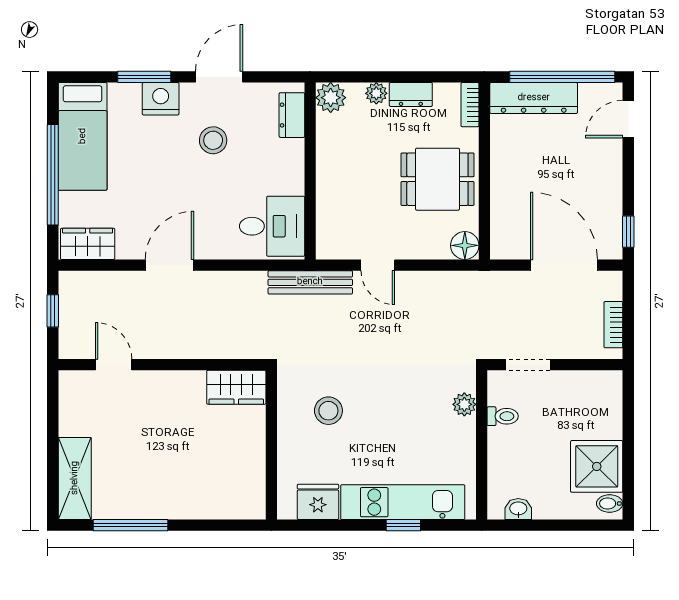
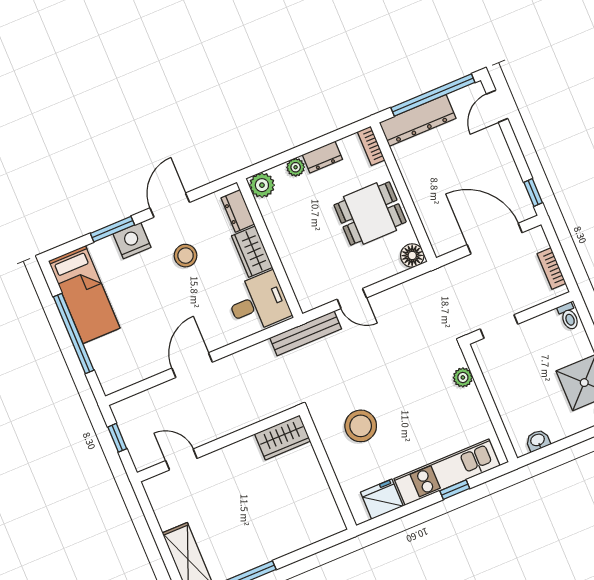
wardrobe: (88, 244) -> (252, 252), moved, turned -90
stool: (328, 411) -> (361, 426), width x1.38, depth x1.38
toilet: (503, 416) -> (569, 316), moved, turned 90

